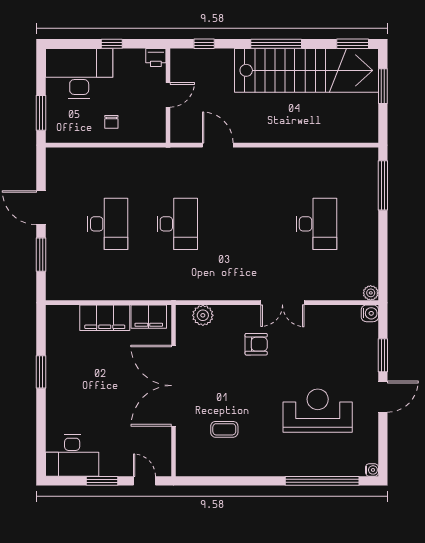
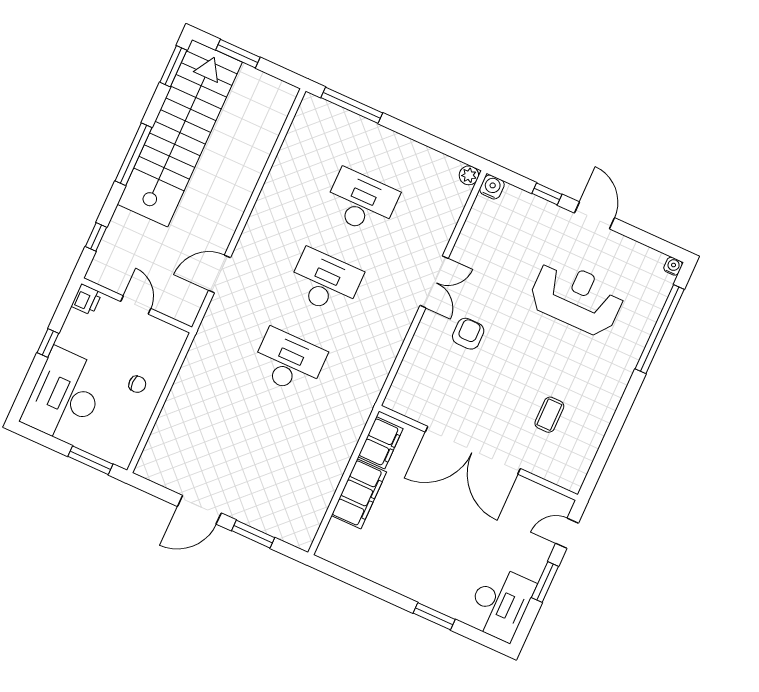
desk: (108, 224) -> (325, 282), moved
plant: (203, 315) -> (407, 380), removed
window: (383, 355) -> (547, 194), width x0.67
window: (41, 372) -> (434, 616), moved
reception desk: (318, 411) -> (577, 298), turned 90

